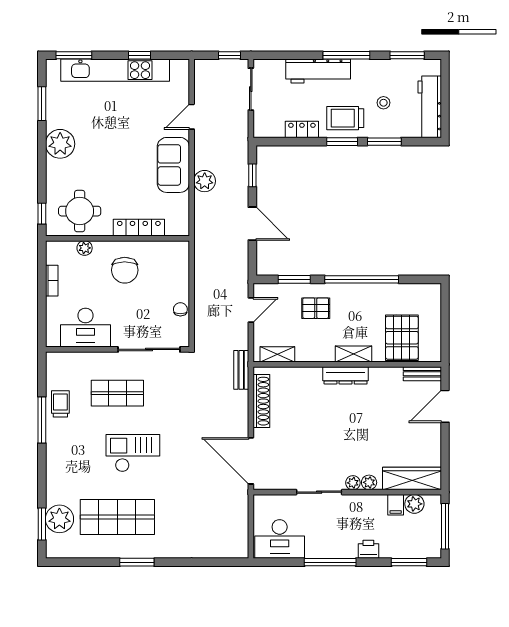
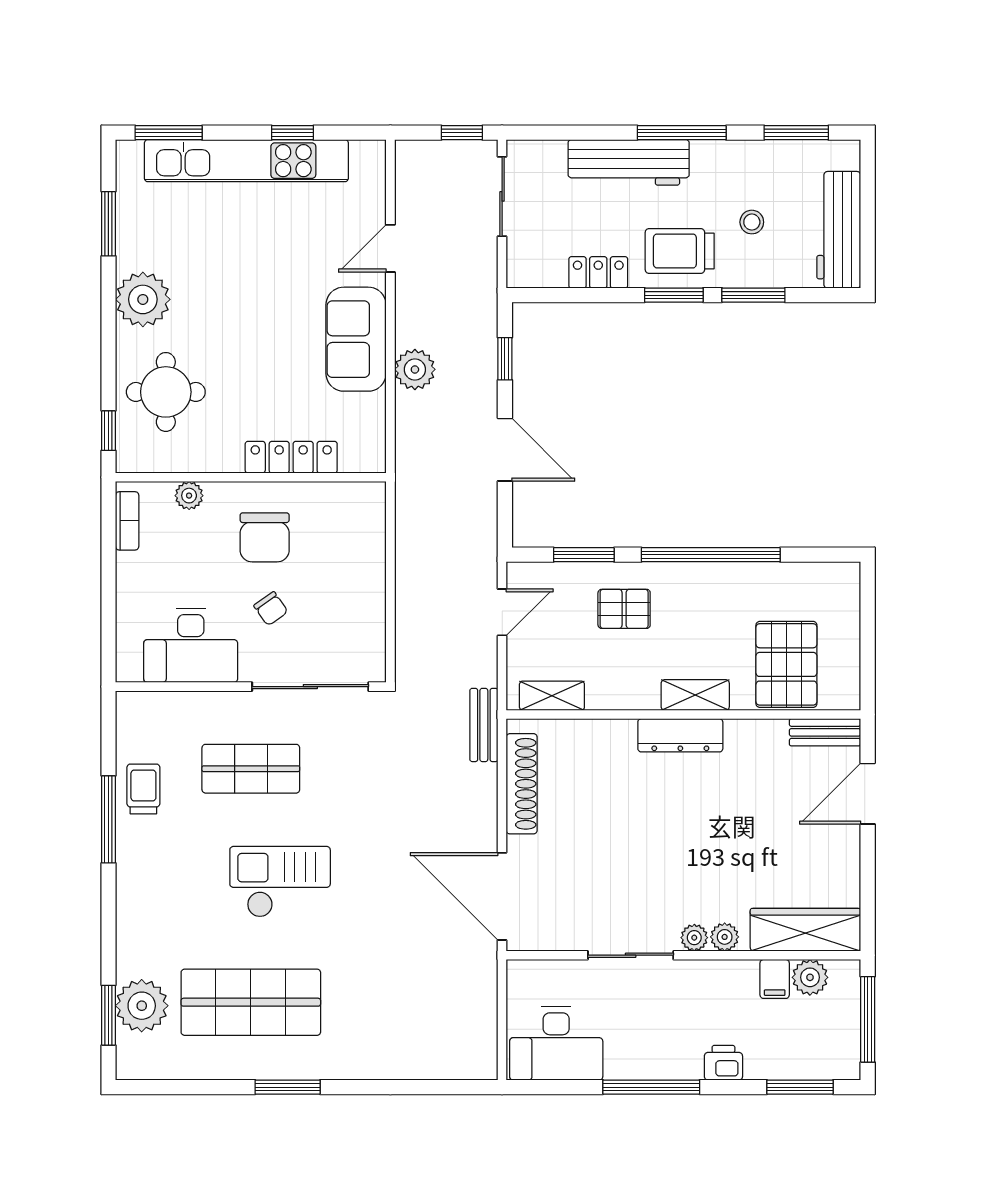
round table: (80, 211) -> (166, 392), moved
bookcase: (52, 281) -> (127, 521), moved
chair: (180, 309) -> (271, 609), moved, turned 145

